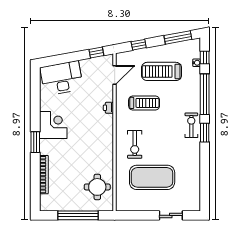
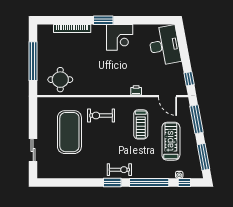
window: (139, 45) -> (197, 119), width x2.17

